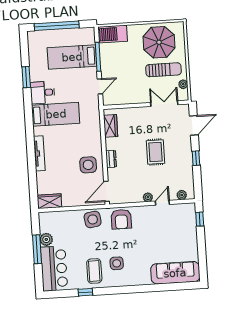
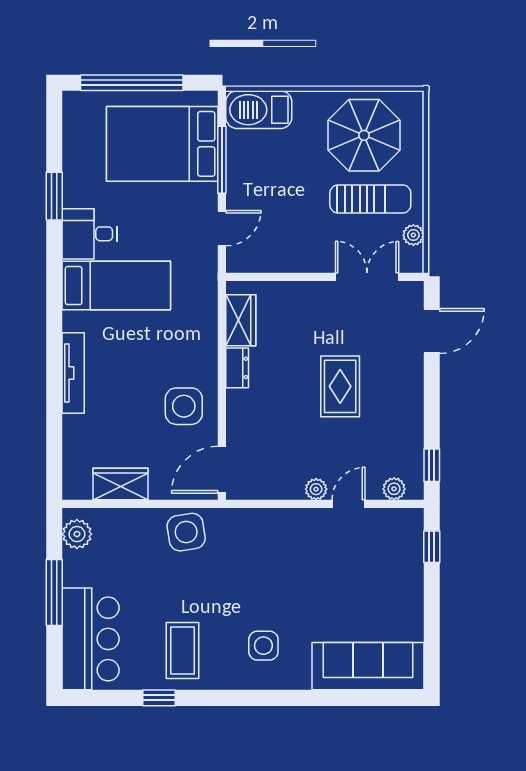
bed: (72, 57) -> (162, 144), width x1.50
window: (196, 158) -> (432, 465), moved
dresser: (111, 159) -> (237, 368), moved
wardrobe: (49, 201) -> (120, 484), moved
armchair: (121, 219) -> (252, 536), removed
plant: (46, 239) -> (77, 534), moved
side table: (117, 263) -> (263, 646), moved

